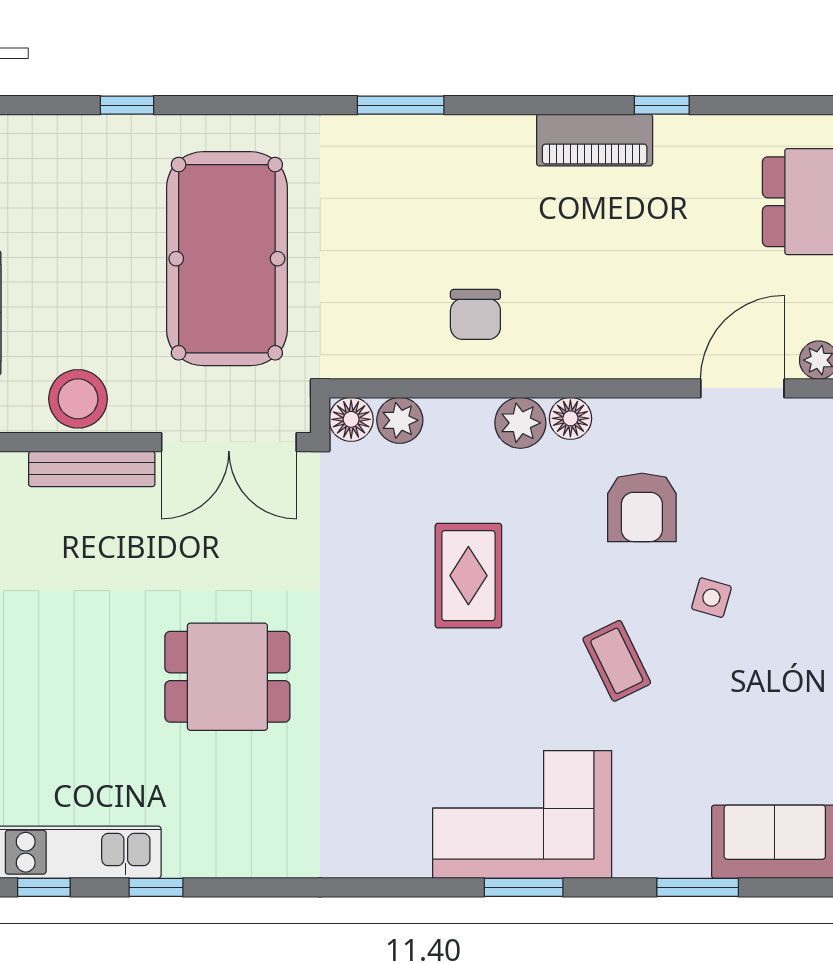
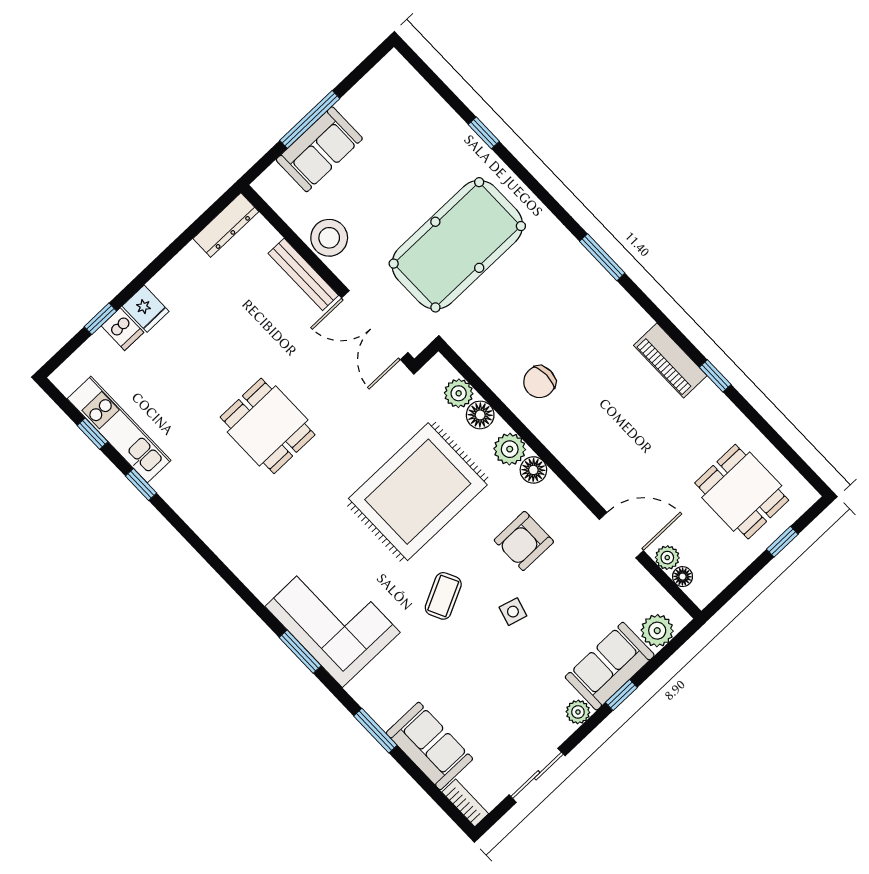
floor lamp: (351, 419) -> (480, 415), moved
rug: (468, 576) -> (418, 492), width x1.86, depth x2.06

